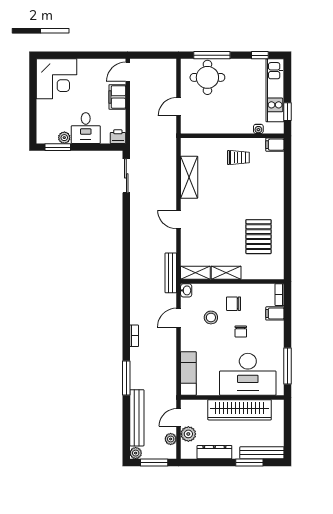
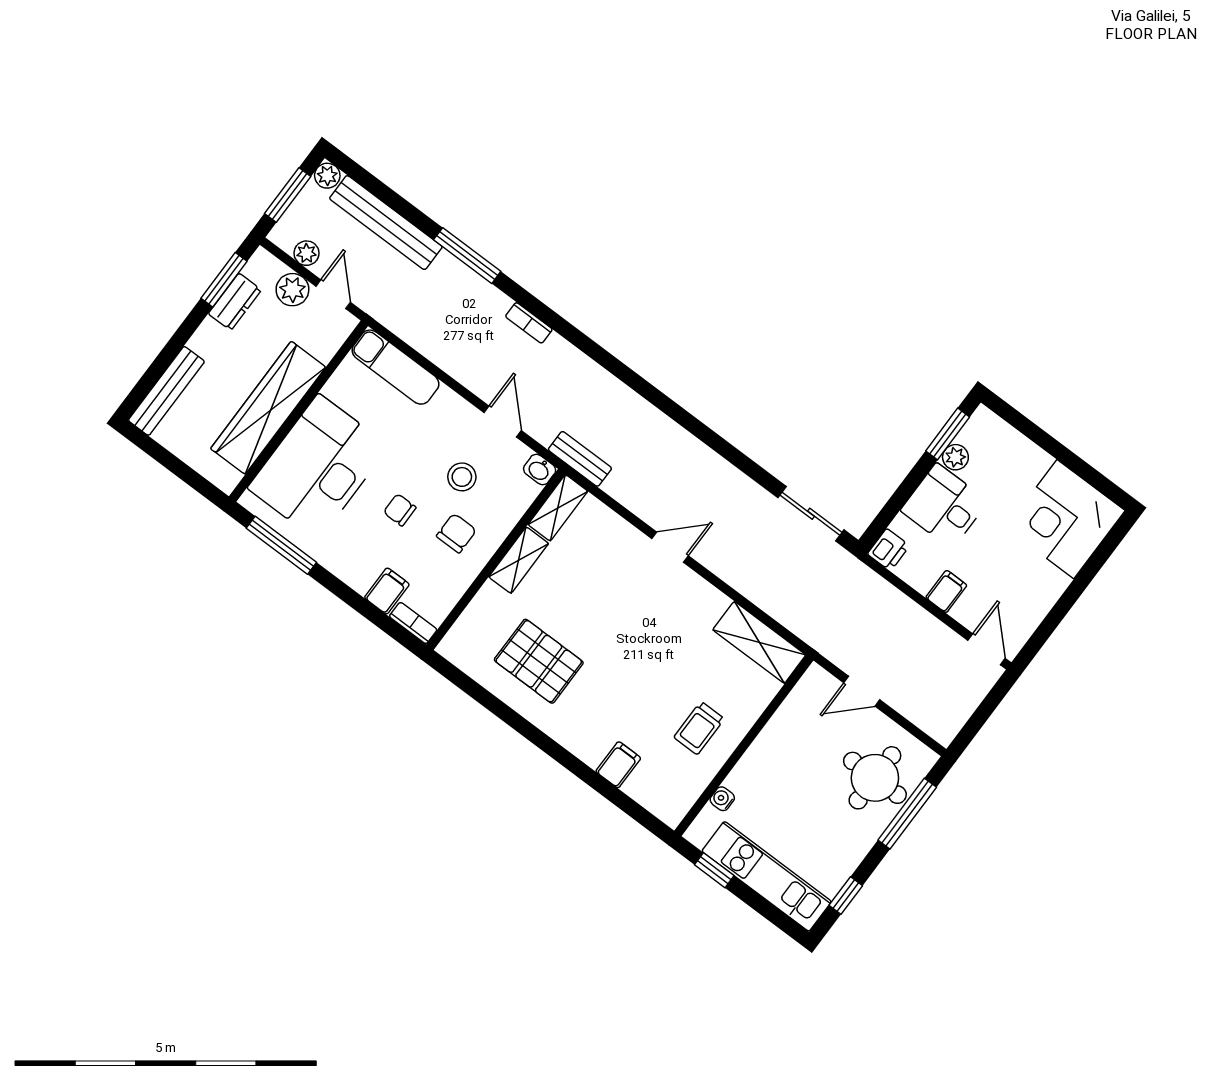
filing cabinet: (117, 97) -> (946, 591), width x0.50
door: (179, 107) -> (862, 691), swing flipped
filing cabinet: (275, 145) -> (618, 765), moved
shelving: (189, 177) -> (759, 642), moved
bench: (171, 273) -> (580, 459), width x0.73
dresser: (214, 452) -> (235, 302), width x0.70
window: (249, 462) -> (224, 280), moved

